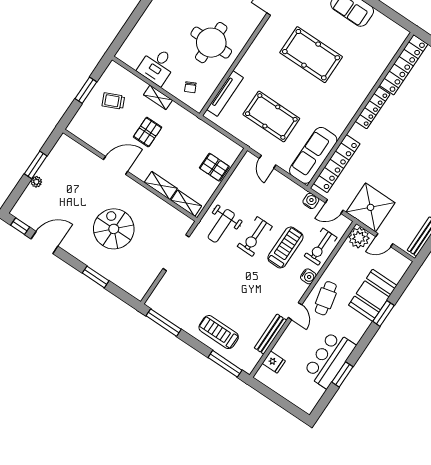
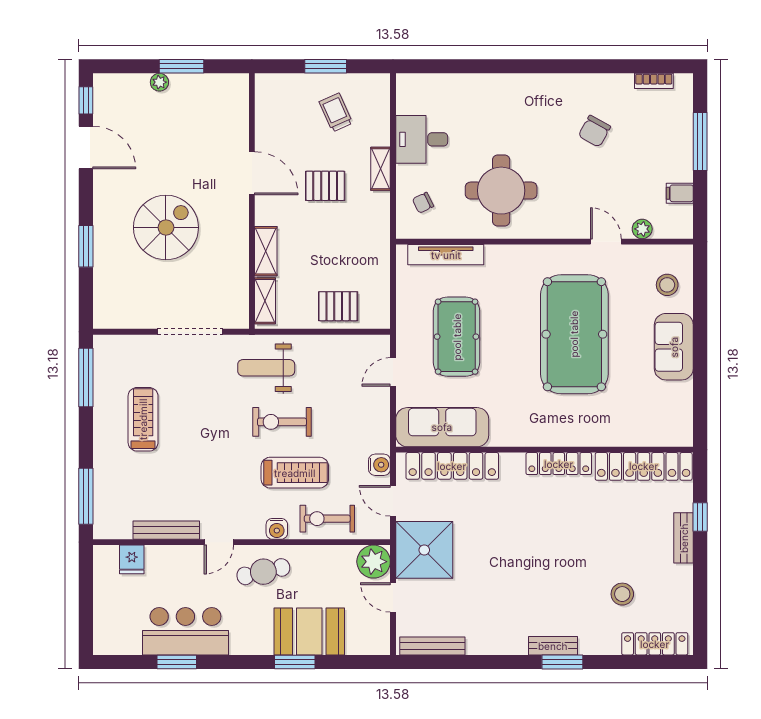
pool table: (311, 55) -> (574, 334), width x1.36, depth x1.32
pallet: (214, 167) -> (338, 306), turned 90
treadmill: (219, 332) -> (143, 419), moved

